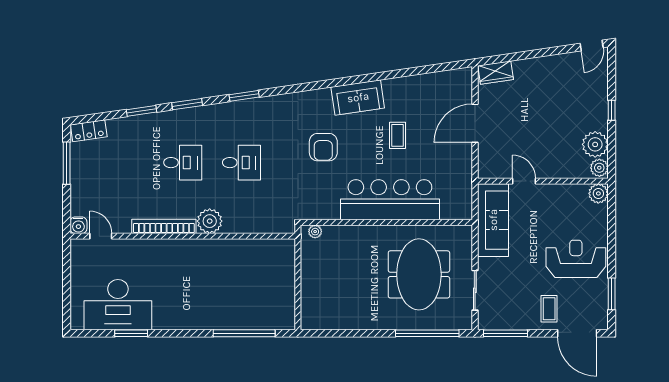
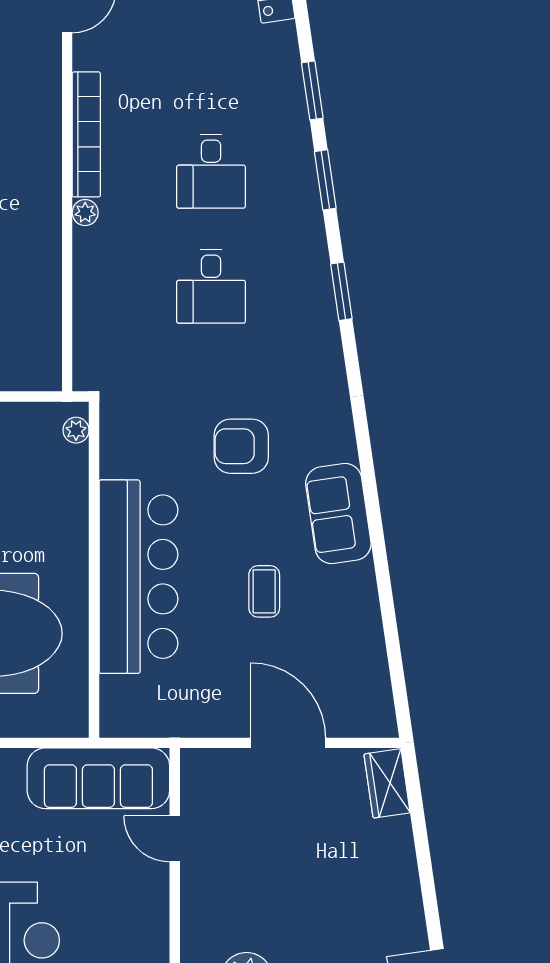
coffee table: (398, 135) -> (264, 591), turned 90
door: (524, 181) -> (175, 839), swing flipped
plant: (210, 221) -> (85, 213), width x0.53, depth x0.53

